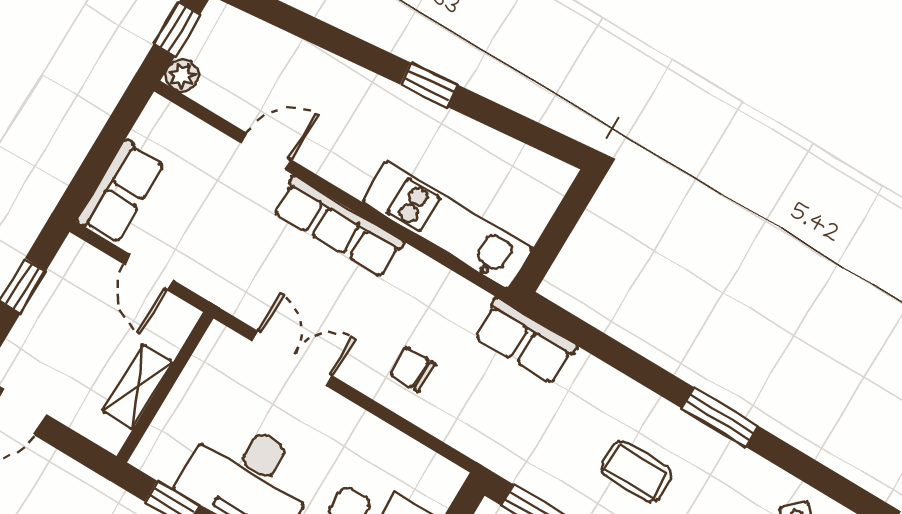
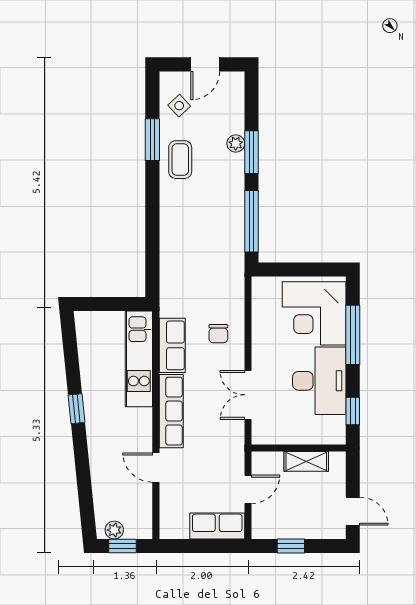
plant: (182, 75) -> (114, 530), moved
row of seats: (525, 341) -> (172, 345), moved
window: (720, 417) -> (152, 140), moved
coffee table: (636, 471) -> (180, 160), moved

